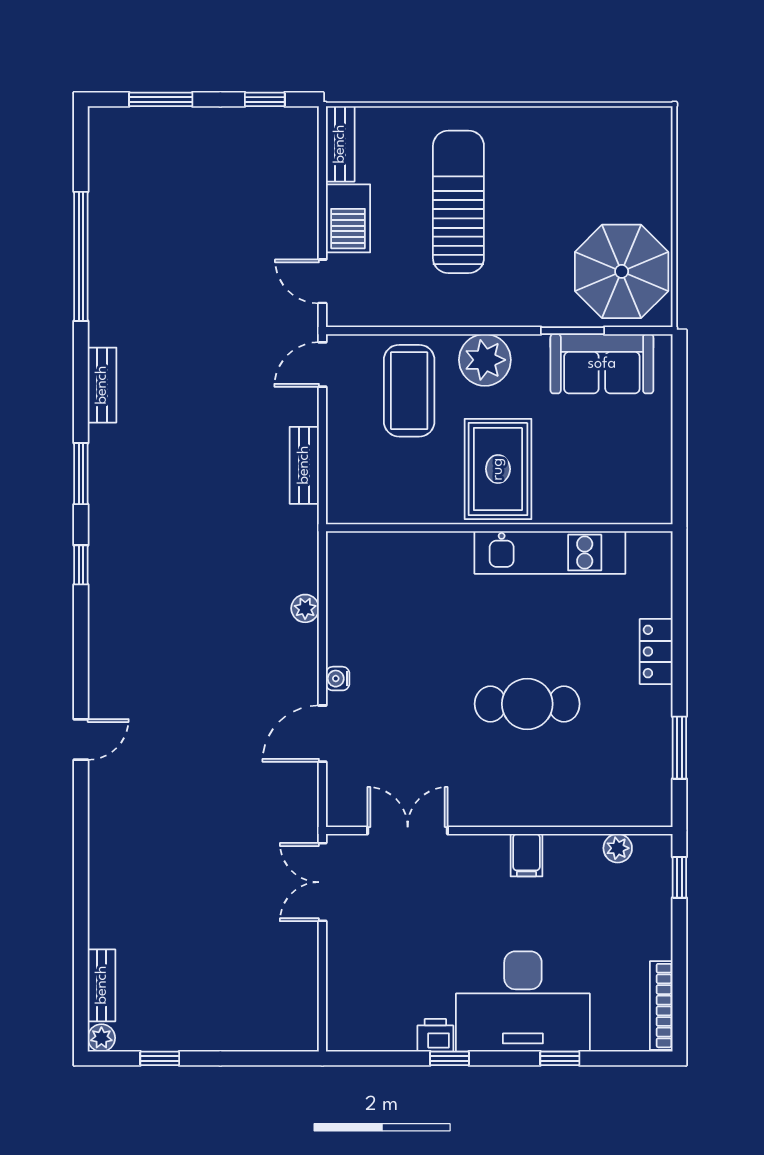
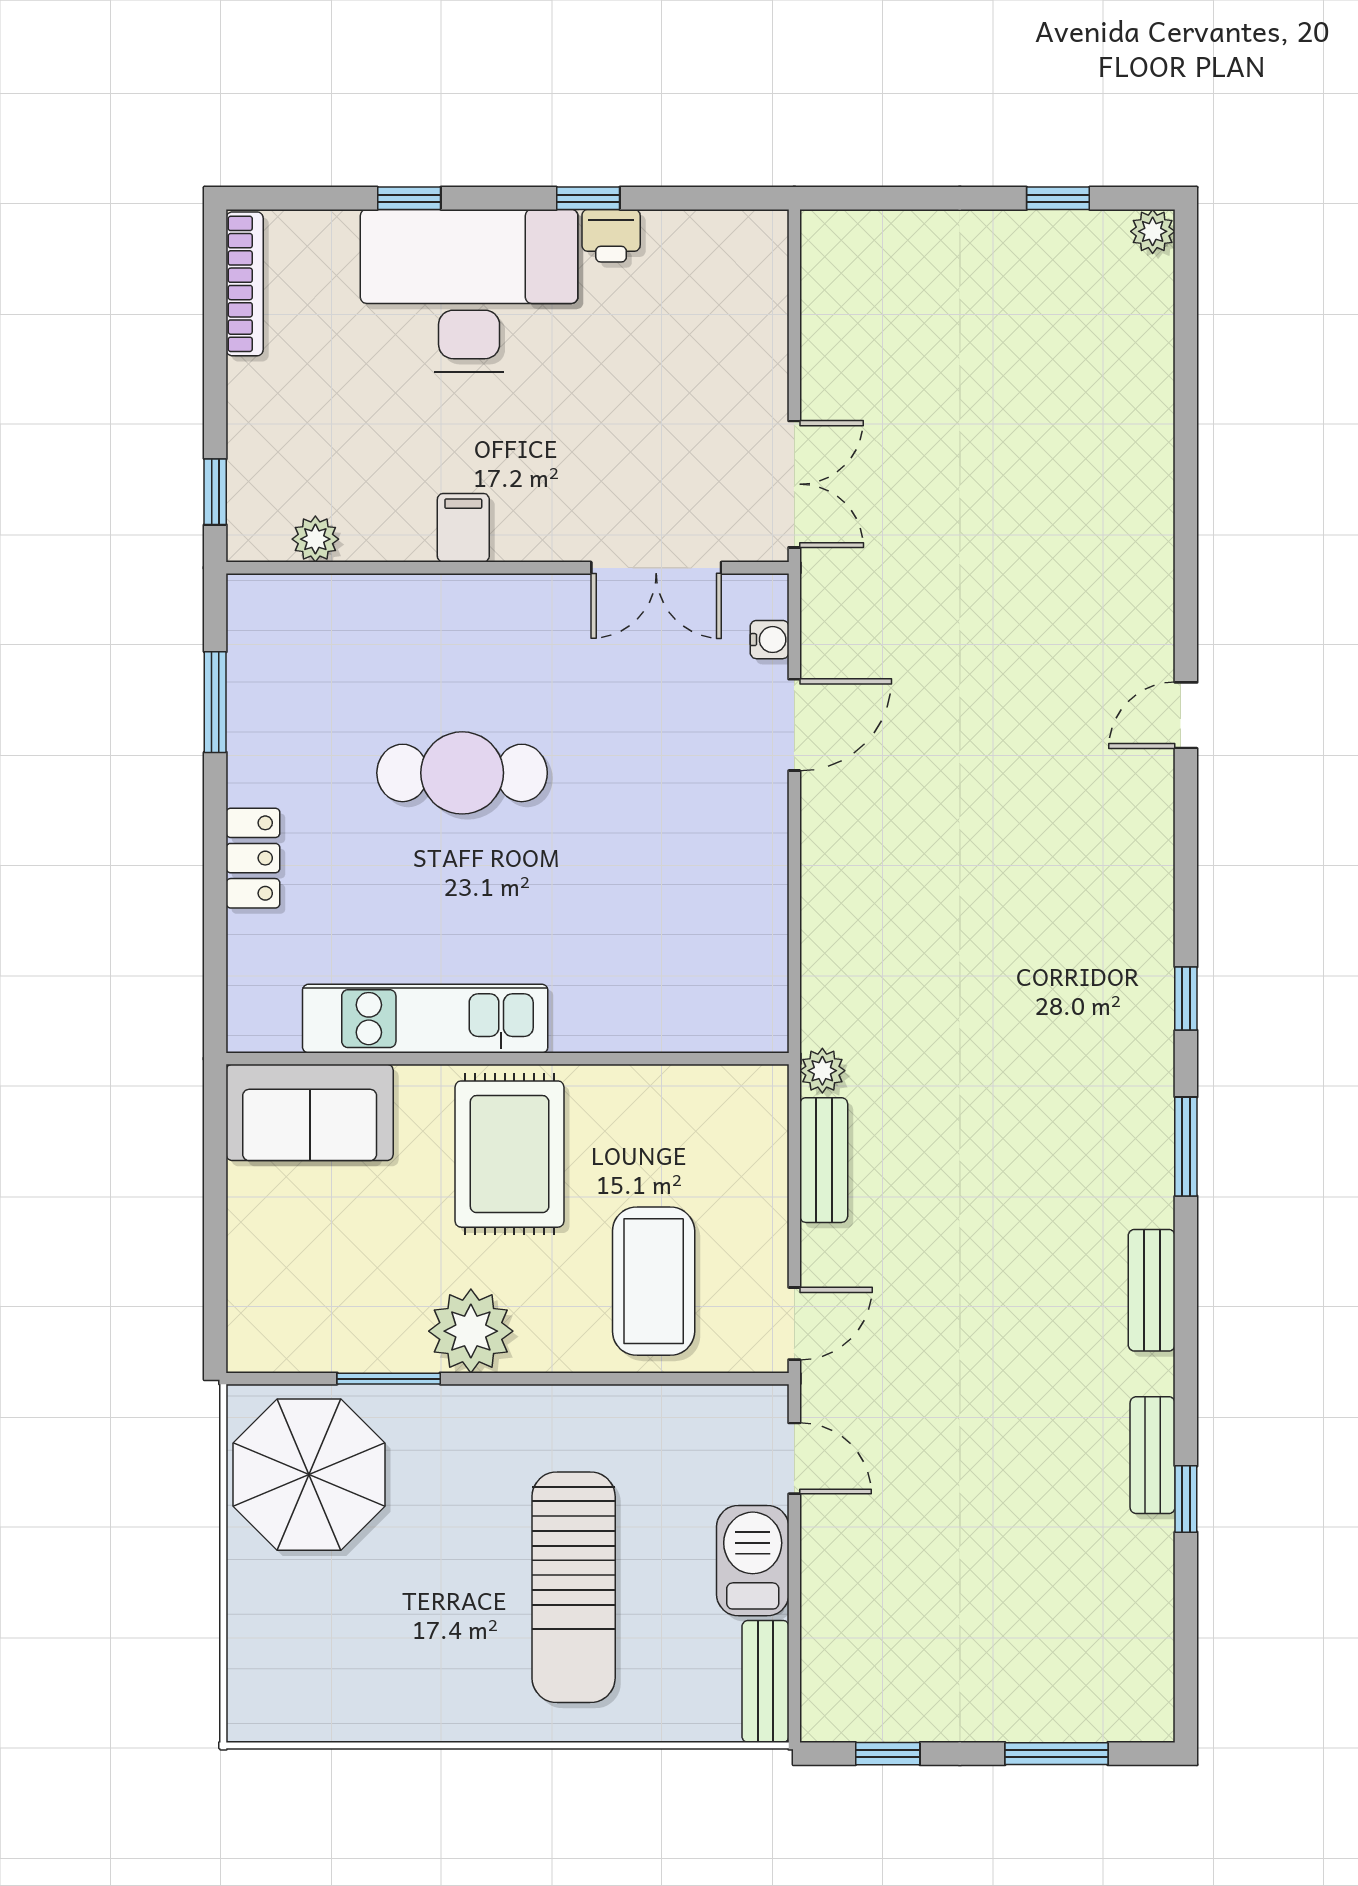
window: (81, 256) -> (1186, 1499), width x0.32
plant: (485, 360) -> (471, 1331), moved
sofa: (602, 364) -> (310, 1112), moved, turned 180
plant: (305, 608) -> (822, 1071), moved
water cooler: (338, 679) -> (770, 640), moved
bench: (102, 985) -> (1153, 1455), moved

